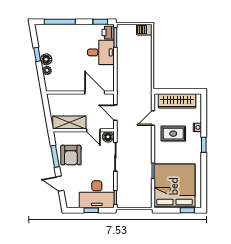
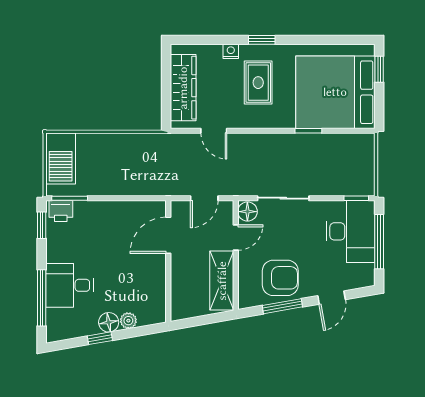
barbecue: (144, 30) -> (61, 158), width x1.88, depth x1.53
desk: (101, 52) -> (70, 285), moved, turned -90
rug: (173, 134) -> (258, 83), moved
window: (91, 210) -> (379, 242), width x2.17

